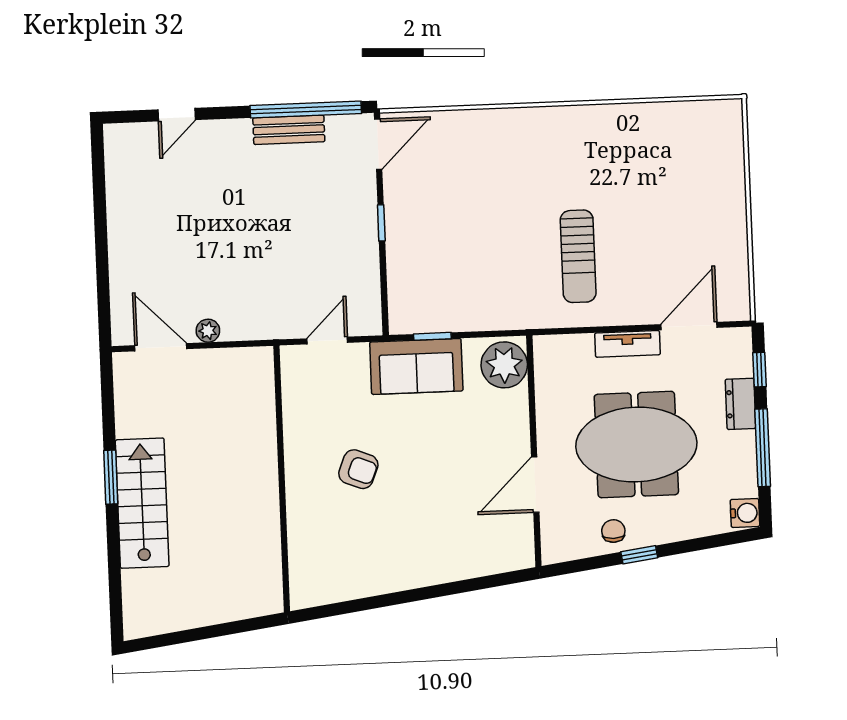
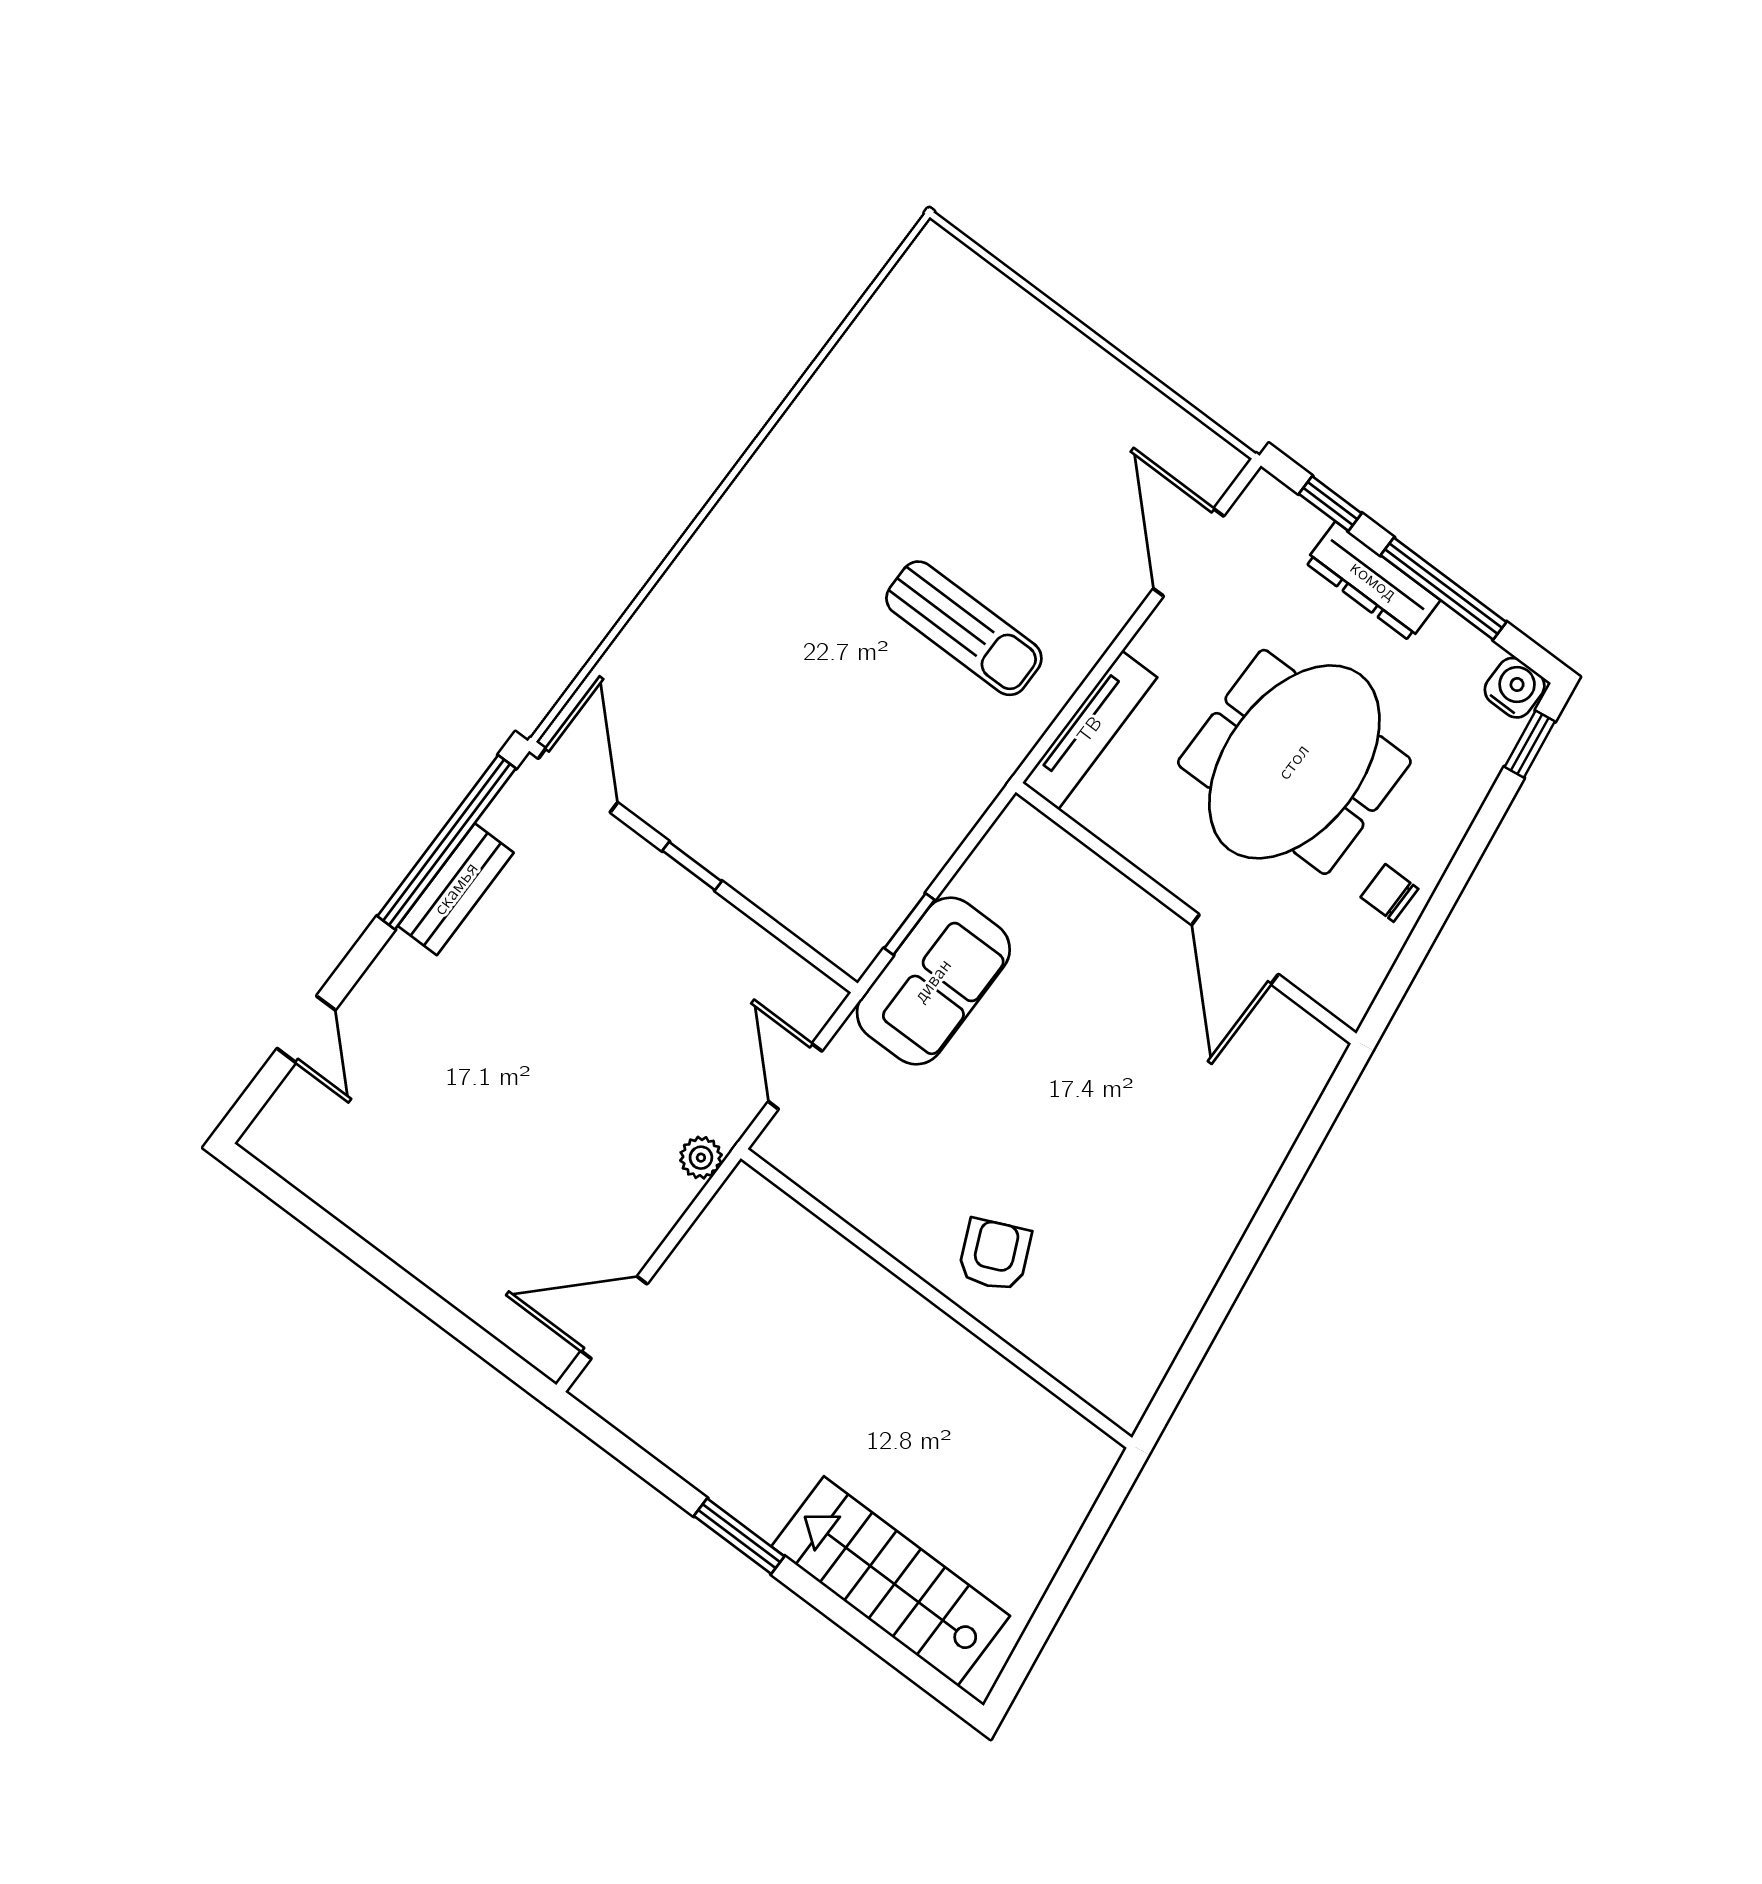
plant: (208, 331) -> (701, 1158), moved
tv unit: (627, 344) -> (1090, 730), moved, width x1.41
plant: (504, 365) -> (1032, 856), removed
dresser: (741, 404) -> (1373, 581), width x1.44
armchair: (358, 469) -> (995, 1255), moved, turned -46
stairs: (142, 503) -> (891, 1581), moved
window: (639, 555) -> (1530, 744), moved

